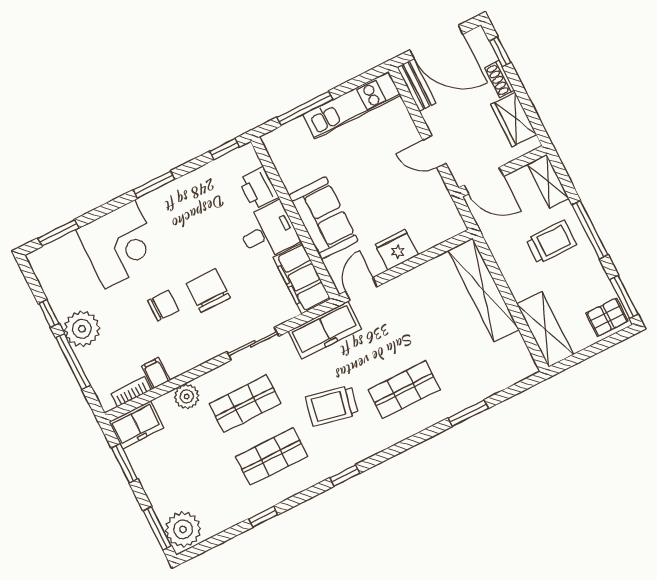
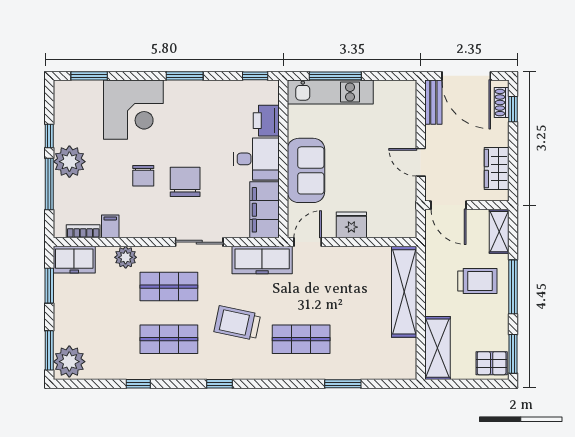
shoe rack: (499, 79) -> (502, 103), moved
kitchen unit: (352, 105) -> (330, 92), moved
chair: (163, 306) -> (143, 176), turned 90

